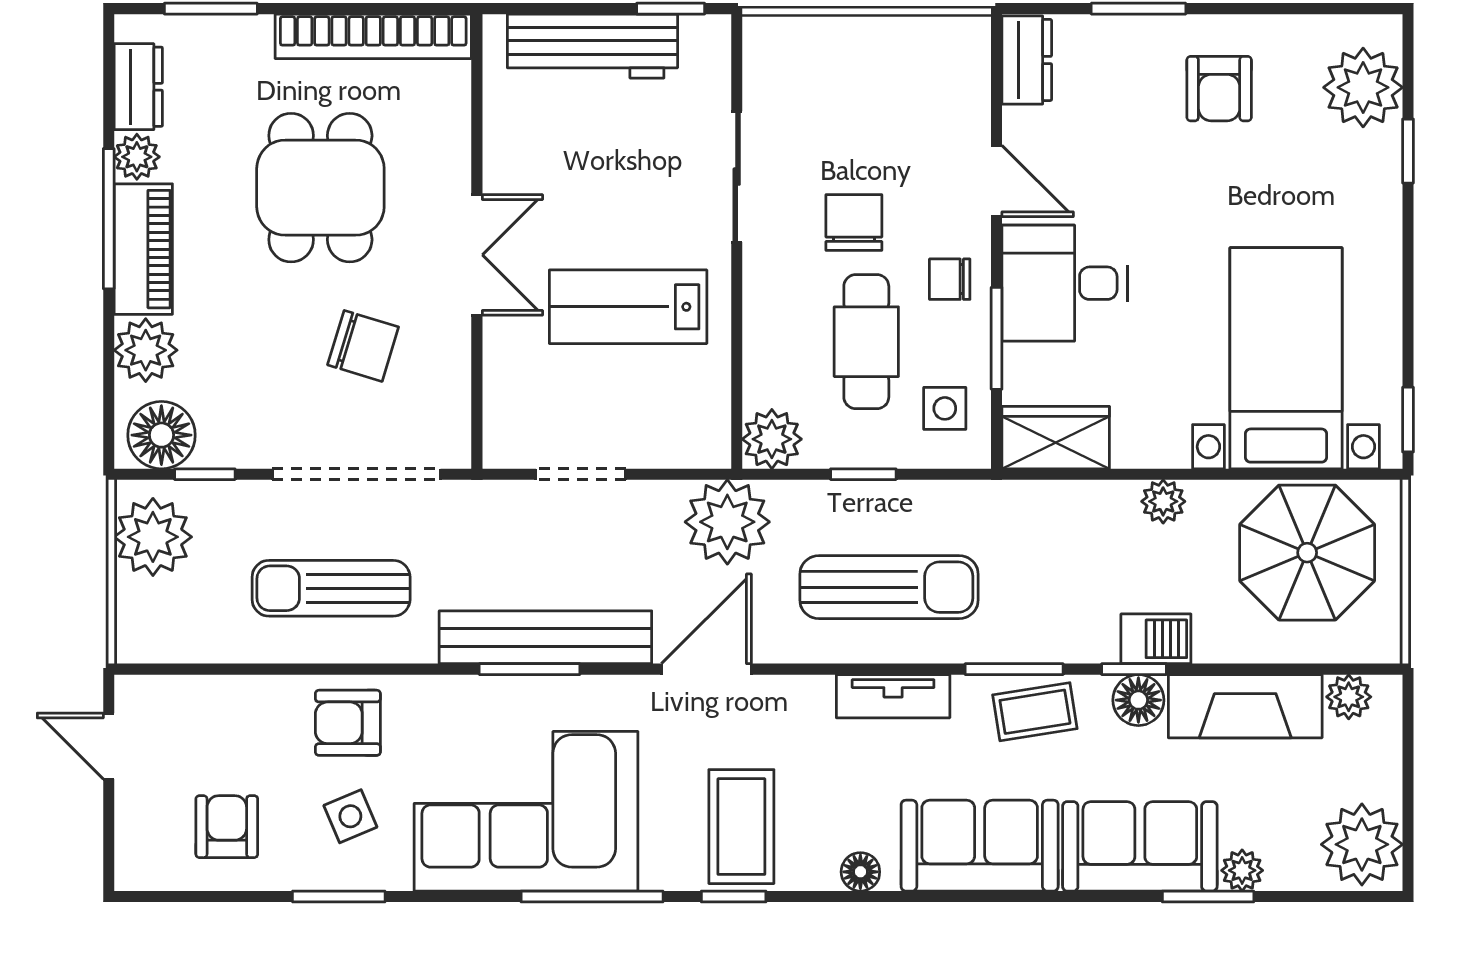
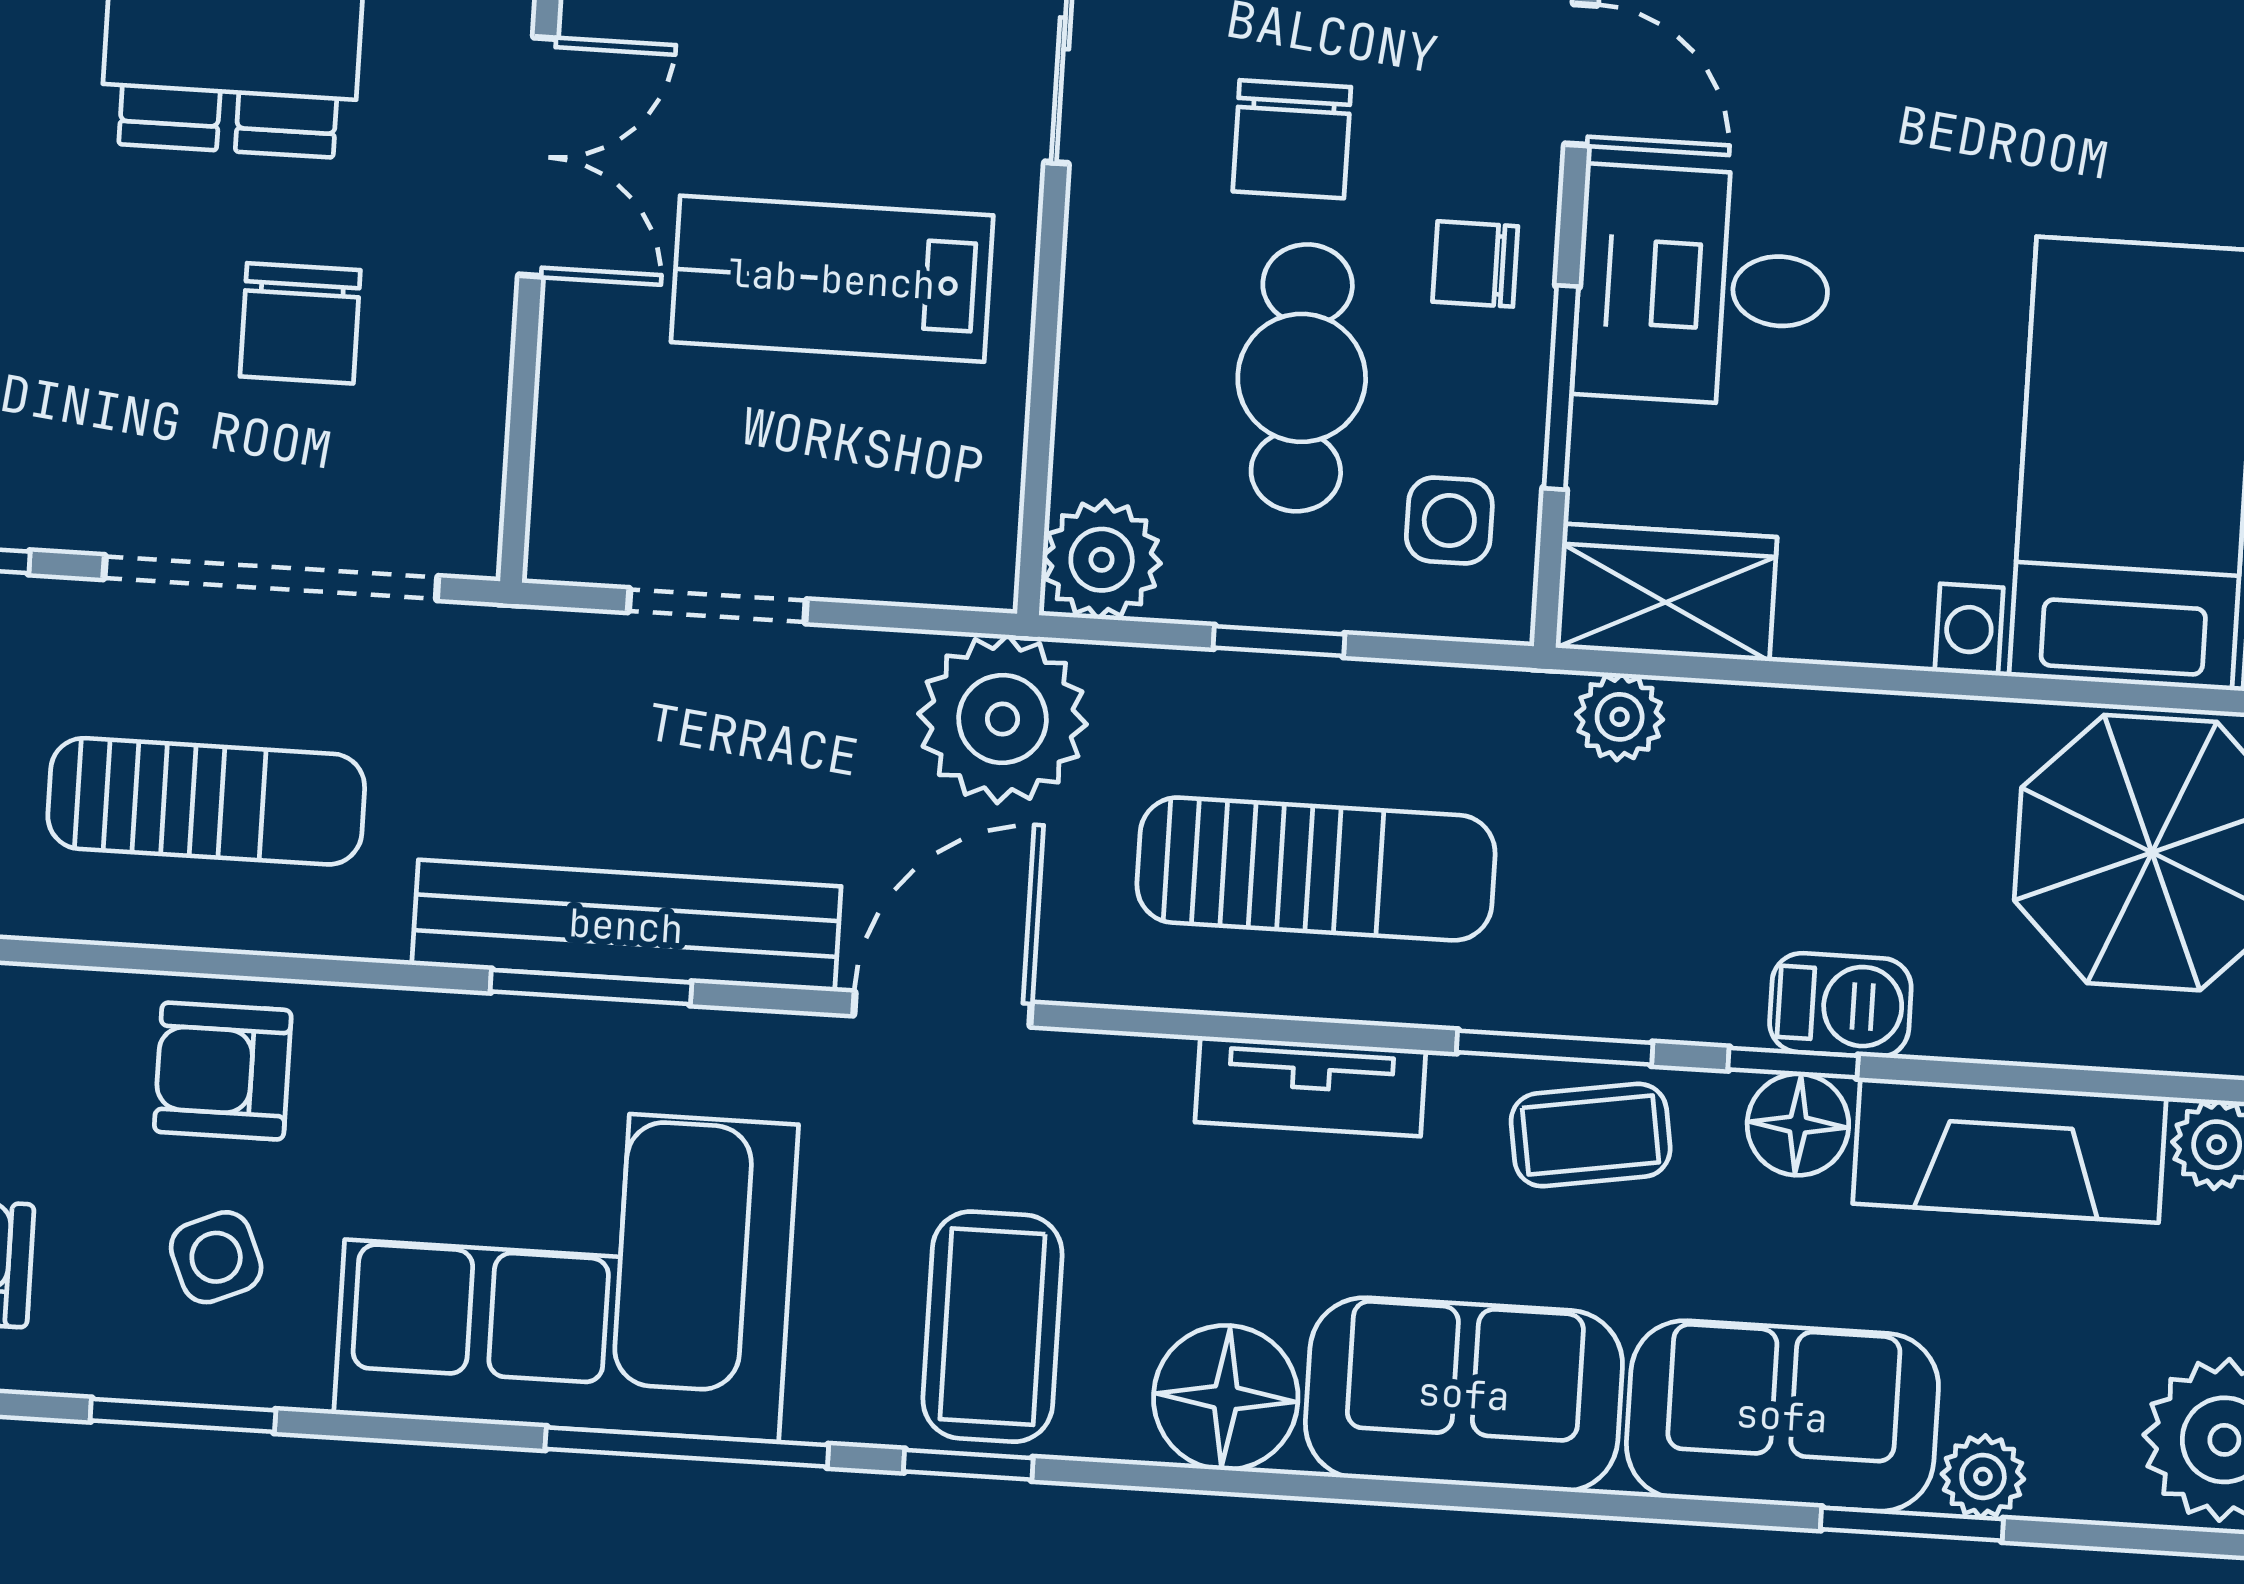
chair: (854, 222) -> (1292, 139), turned 180
chair: (363, 346) -> (300, 323), turned 73
plant: (1163, 501) -> (1620, 717), moved
sun lounger: (331, 588) -> (206, 801), turned 180
floor lamp: (860, 872) -> (1226, 1398), width x1.89, depth x1.89

